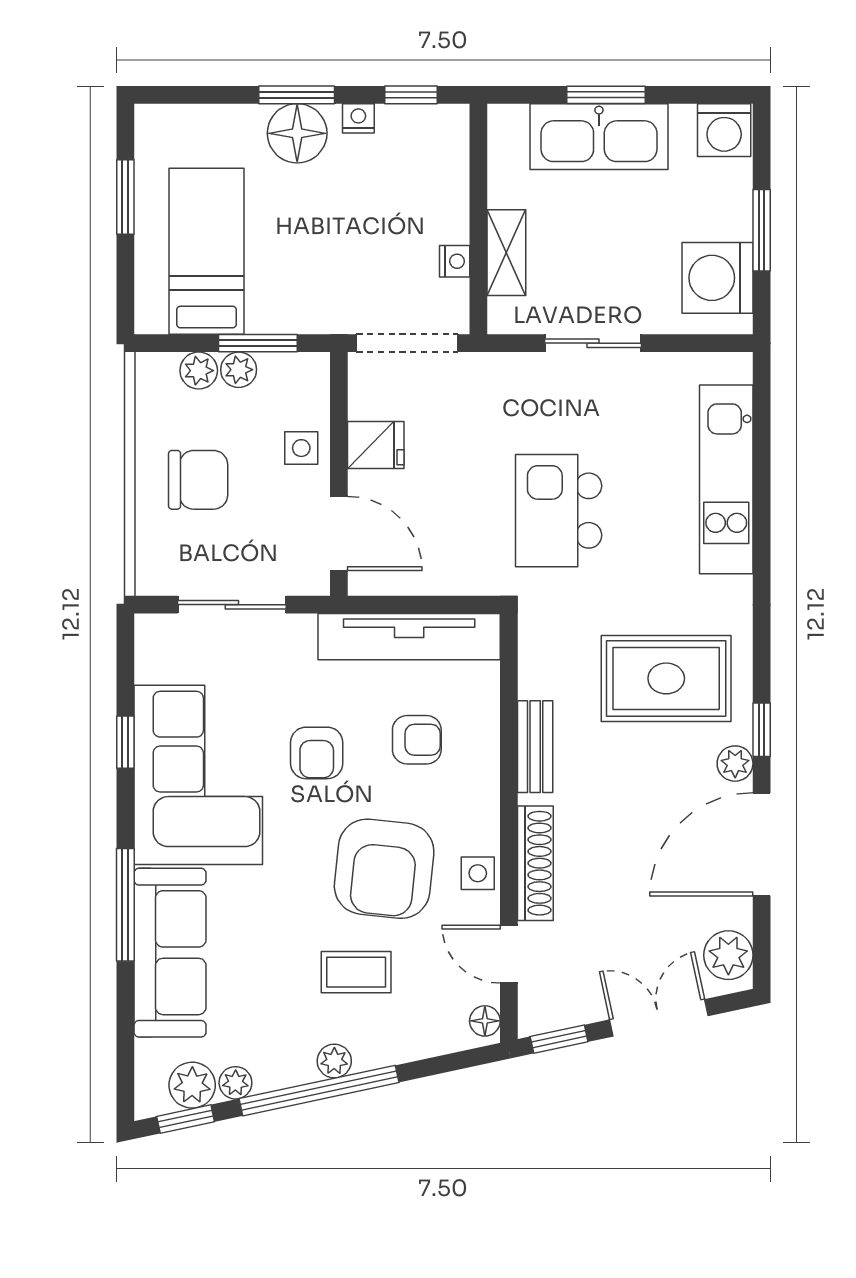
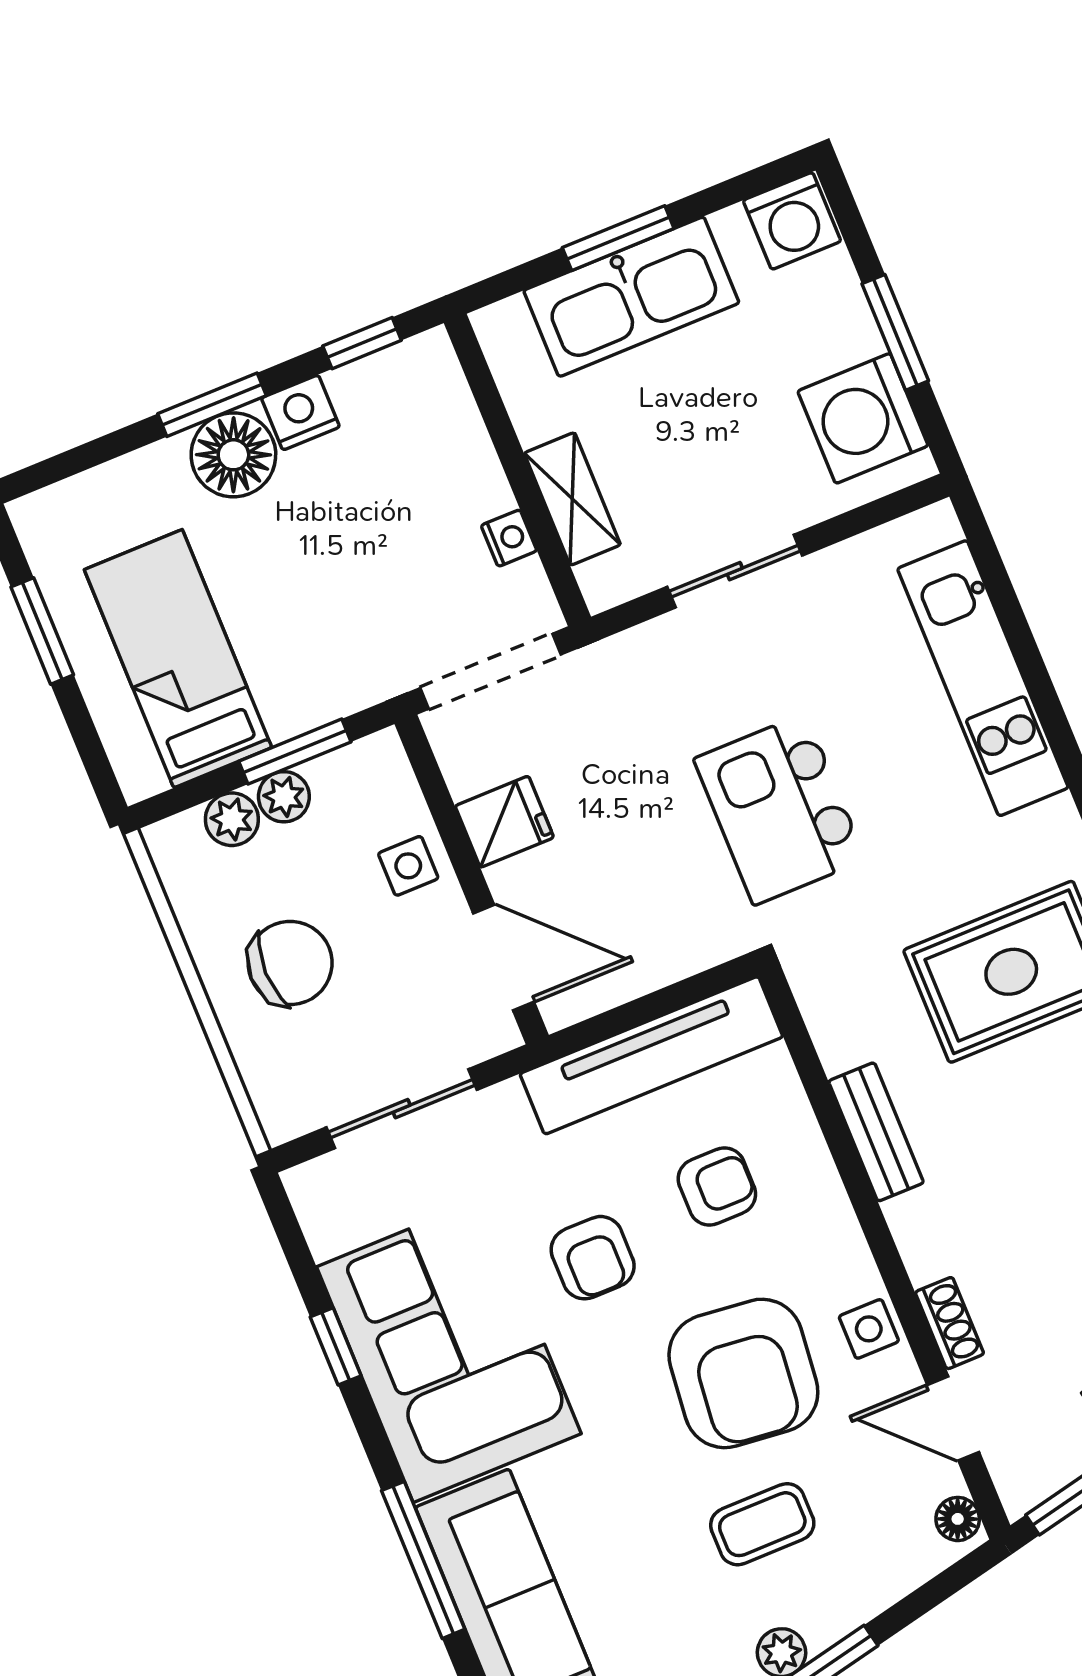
nightstand: (358, 118) -> (300, 412), width x1.39, depth x1.35
shoe rack: (535, 863) -> (949, 1323), width x0.51, depth x0.81

